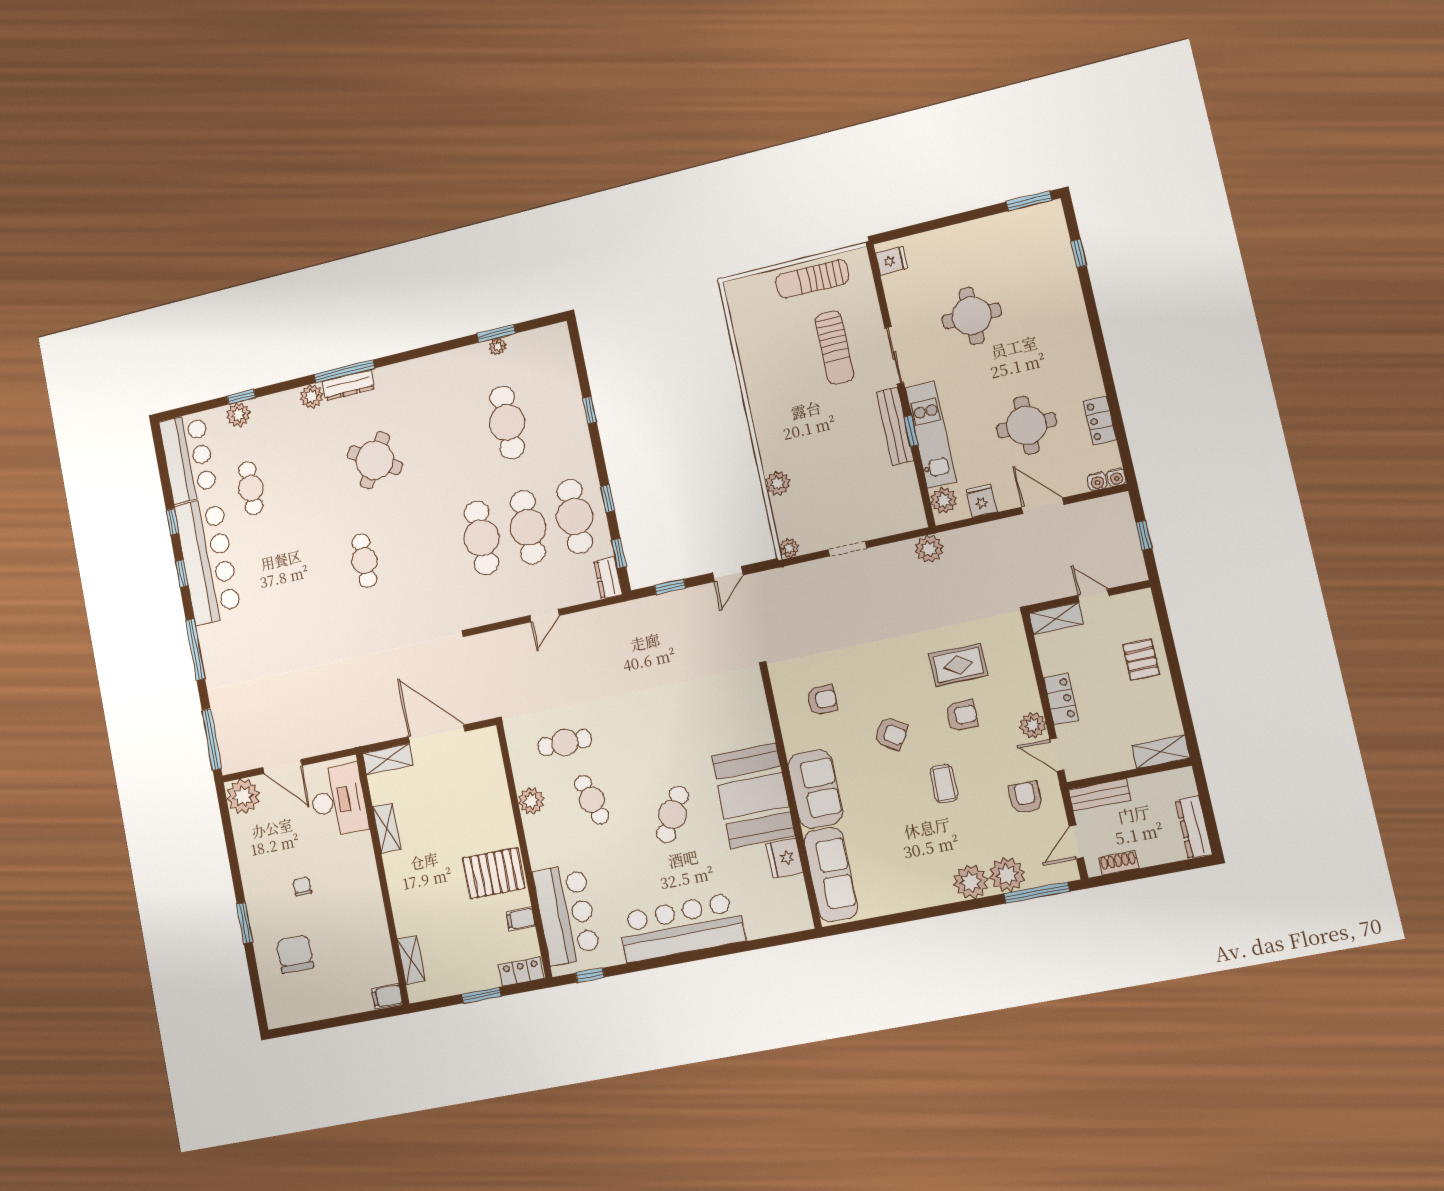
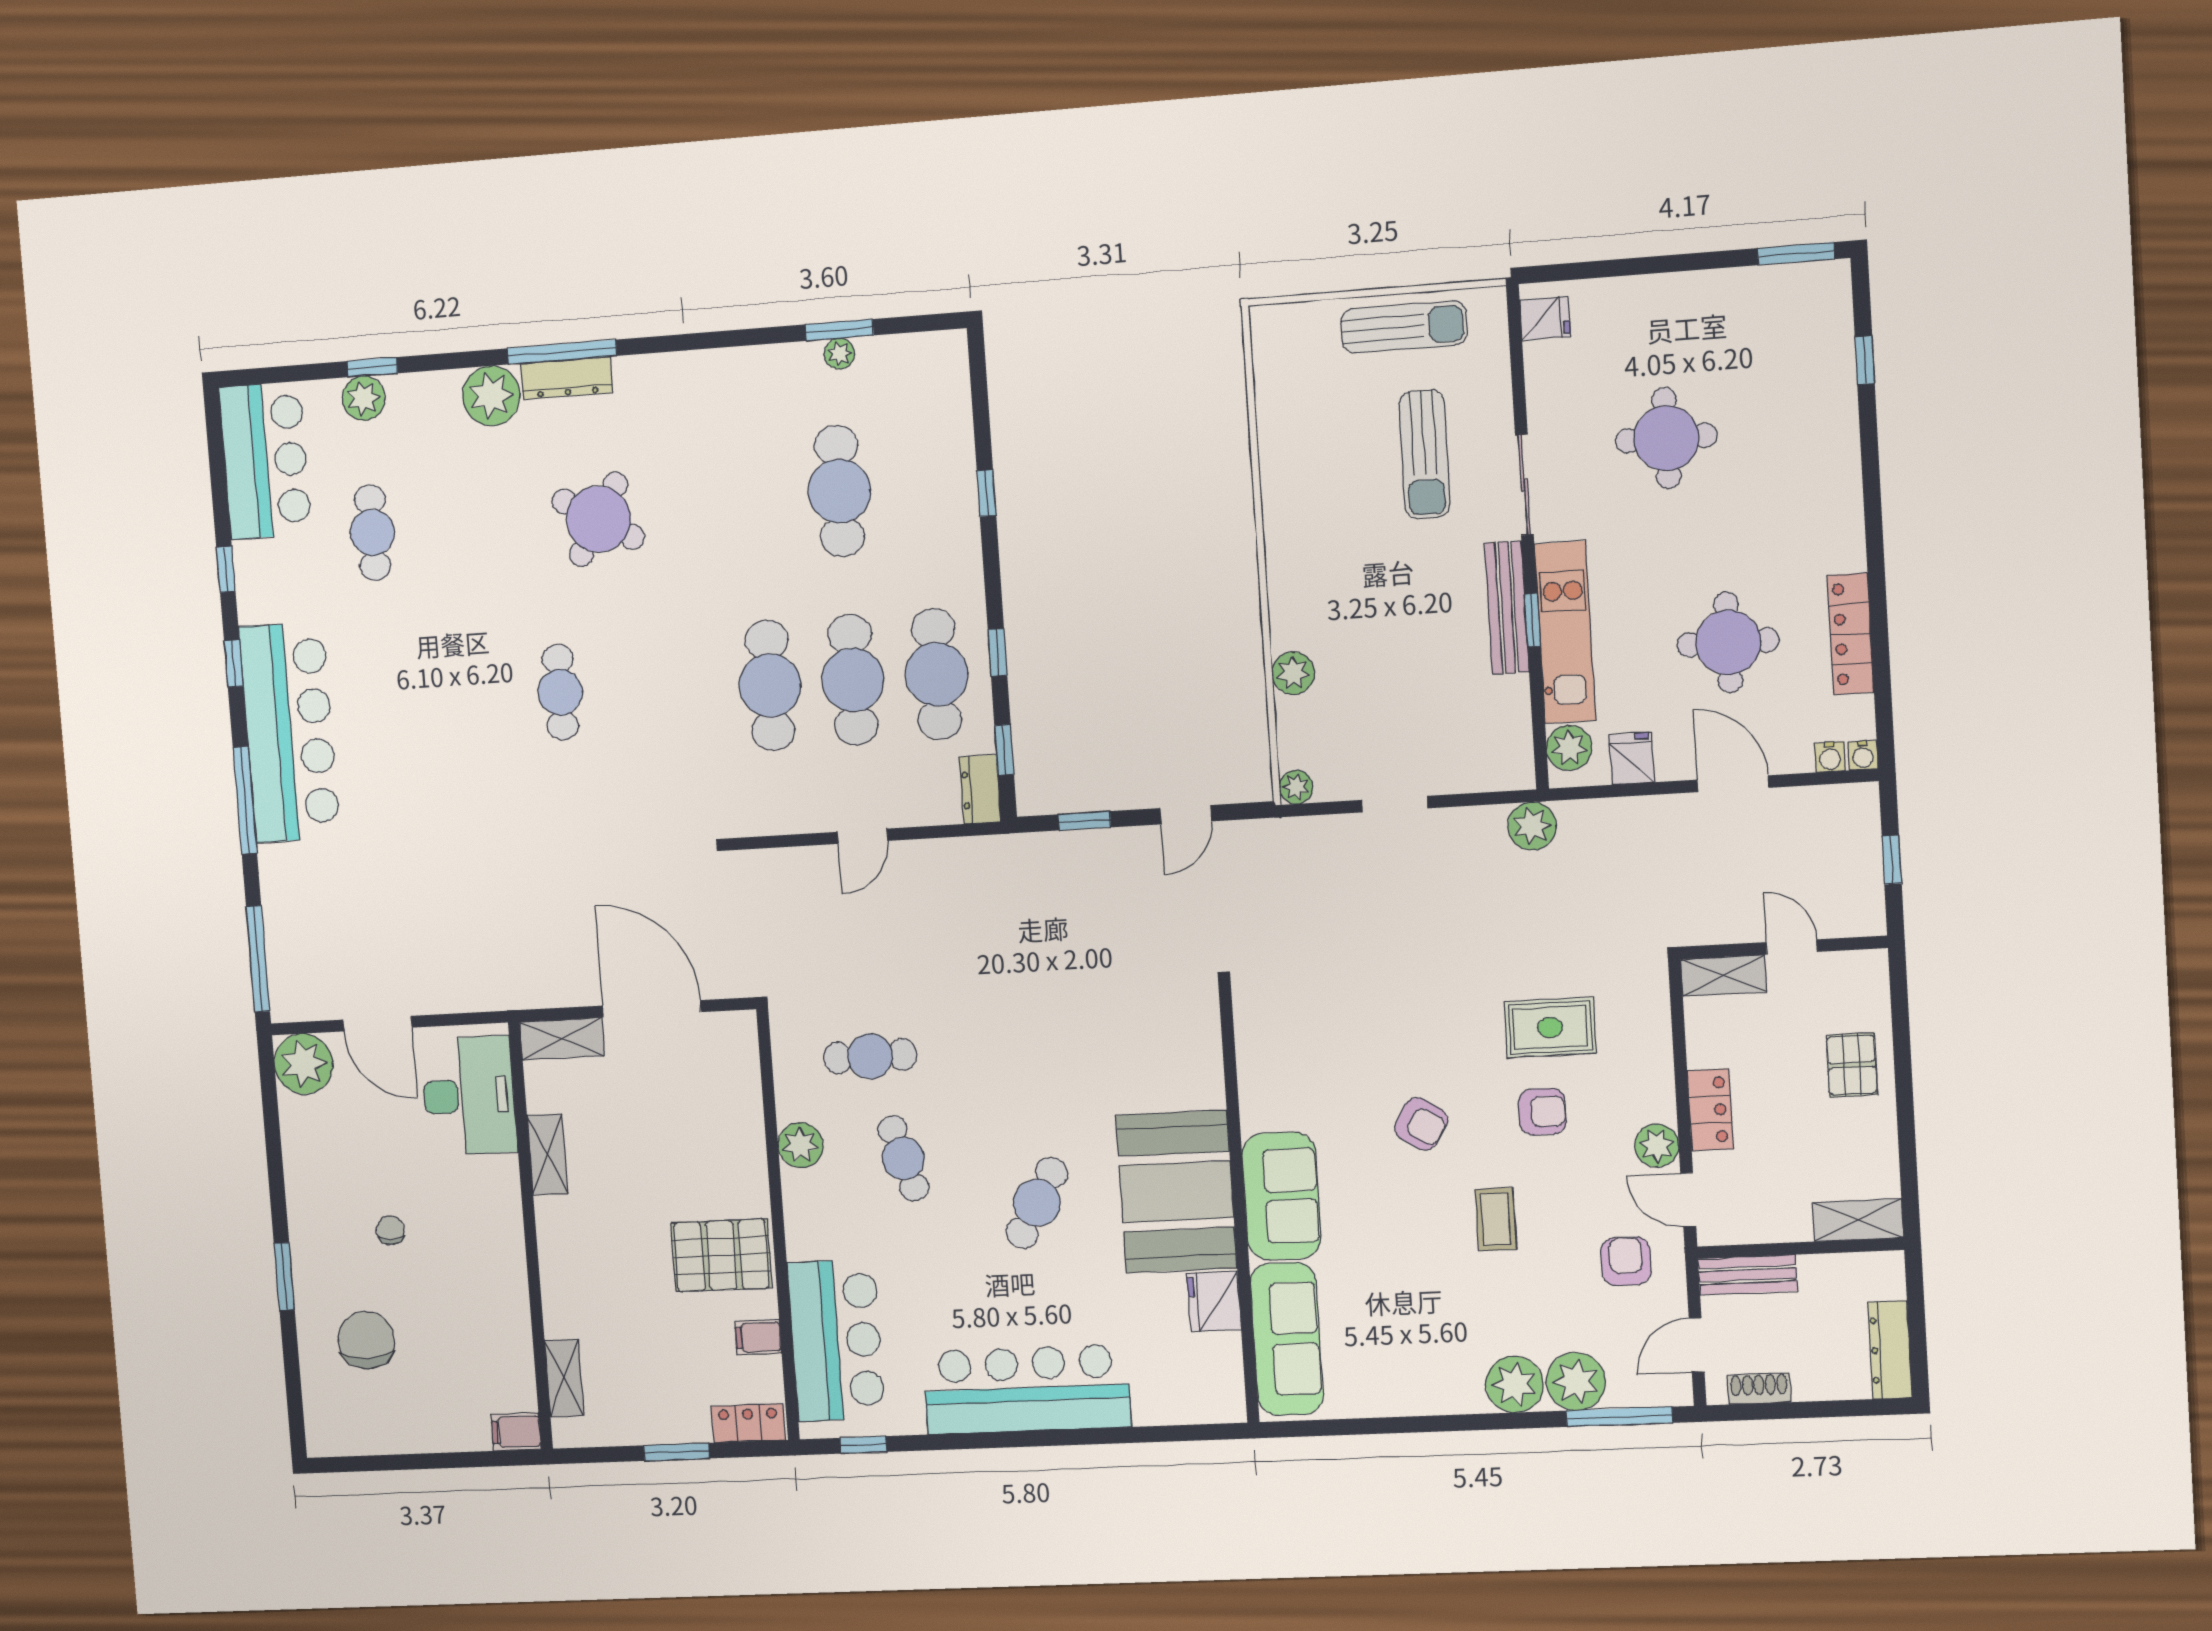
sun lounger: (812, 279) -> (1404, 327), turned 180
plant: (311, 396) -> (491, 396), width x1.36, depth x1.36
locker: (1100, 420) -> (1851, 634), width x1.53
bar counter: (208, 561) -> (289, 732), moved
armchair: (822, 700) -> (1314, 1051), removed

